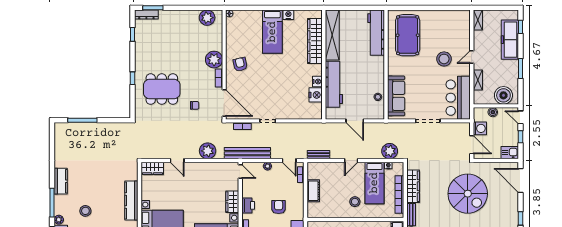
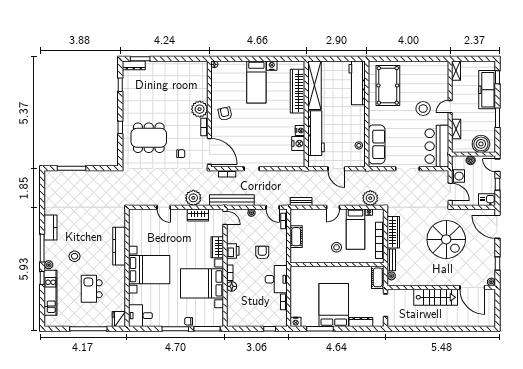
plant: (207, 18) -> (193, 68), removed
wardrobe: (153, 168) -> (198, 215), moved

